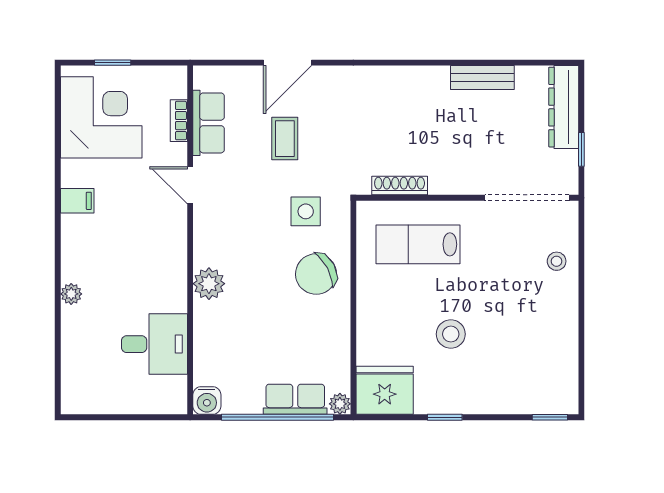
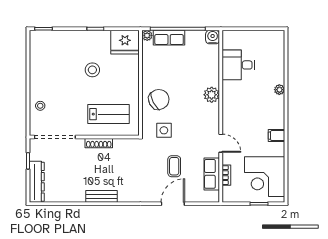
bench: (482, 78) -> (101, 196), moved
shoe rack: (400, 185) -> (99, 143), moved

